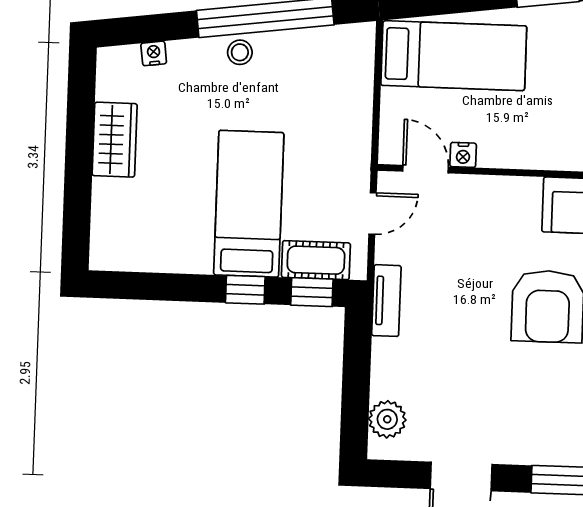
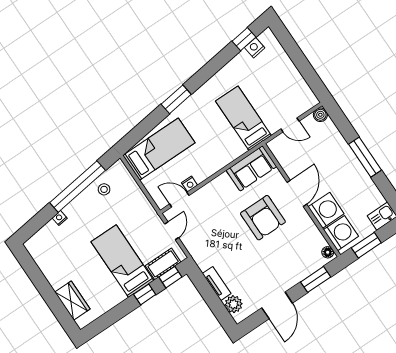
stool: (240, 52) -> (104, 189), moved
nightstand: (154, 53) -> (60, 218), moved
wardrobe: (115, 140) -> (72, 301), moved
tv unit: (386, 301) -> (217, 284), moved

